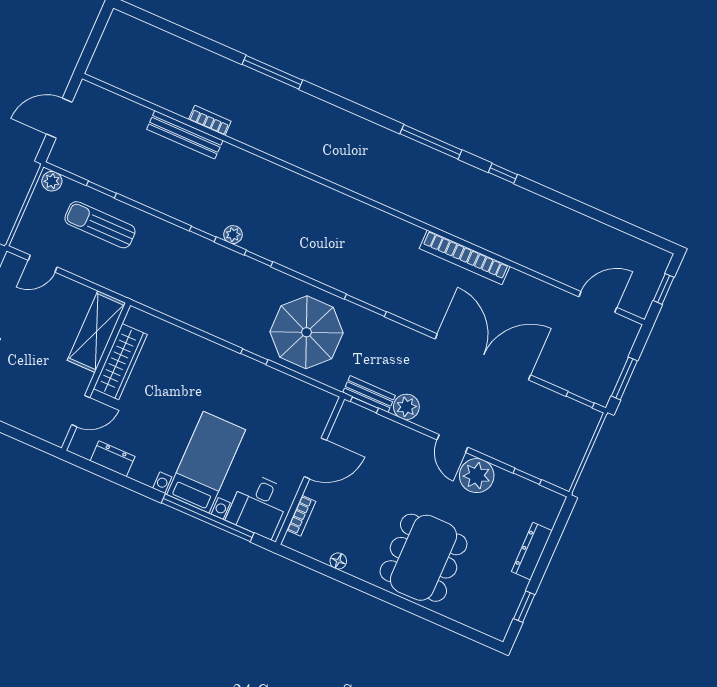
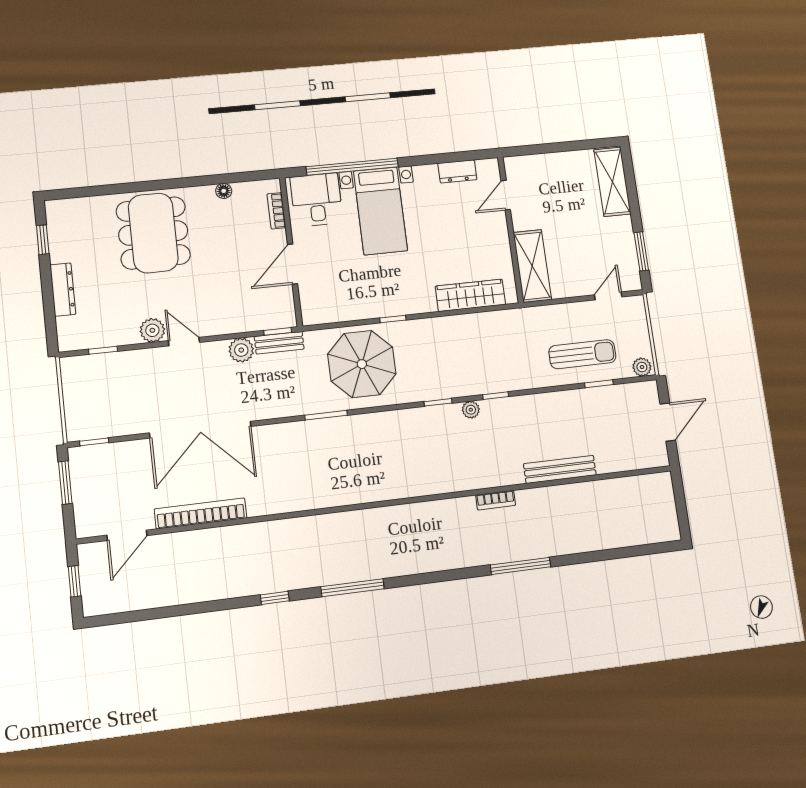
bookcase: (210, 120) -> (496, 500), moved
bookcase: (465, 257) -> (201, 513), moved
wardrobe: (120, 362) -> (470, 295), moved, turned 90
plant: (477, 476) -> (152, 330), width x0.73, depth x0.73

